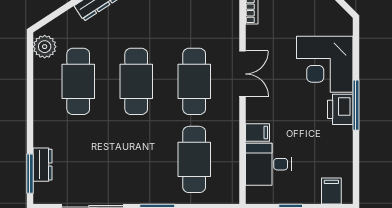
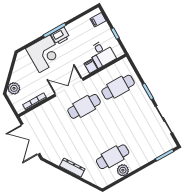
plant: (45, 47) -> (123, 170), moved
double door: (242, 74) -> (69, 87), width x1.37
cafe table: (136, 81) -> (98, 132), removed
dresser: (42, 165) -> (158, 152), removed

